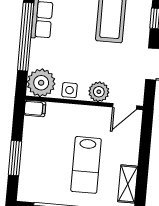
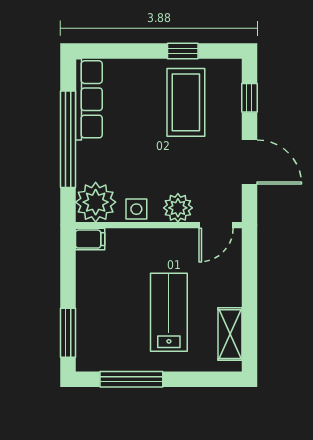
window: (15, 158) -> (68, 333), moved
lab bench: (86, 165) -> (169, 312), turned 180

